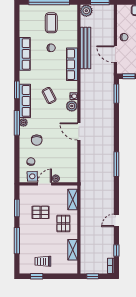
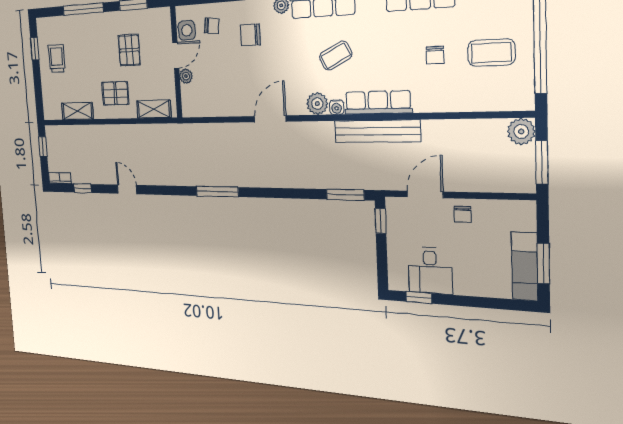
bench: (86, 48) -> (377, 131), moved
row of seats: (72, 64) -> (378, 102), moved
door: (45, 184) -> (176, 55), hinge flipped

